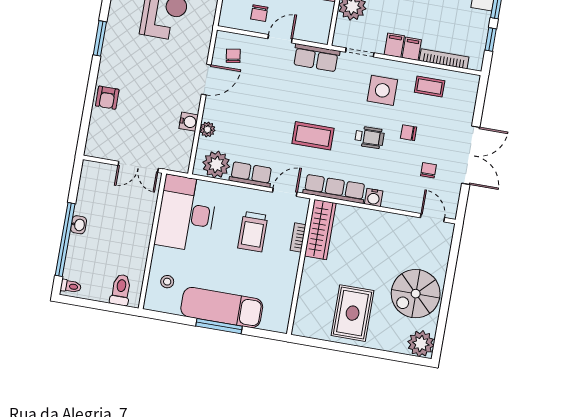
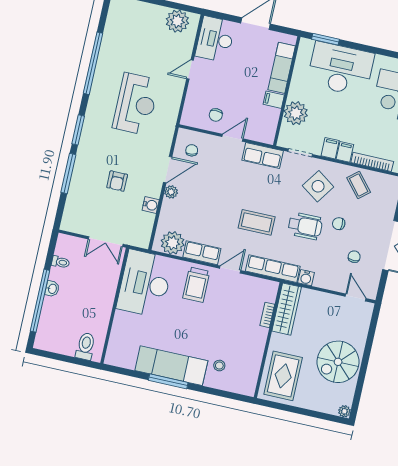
coffee table: (430, 87) -> (359, 185), turned 50
window: (91, 90) -> (68, 174), added
side table: (382, 90) -> (318, 186), turned 35
armchair: (107, 98) -> (117, 181), moved
plant: (207, 129) -> (171, 192), moved
wheelchair: (370, 137) -> (305, 226), width x1.36, depth x1.37
wardrobe: (320, 229) -> (287, 309), moved
trolley: (253, 232) -> (196, 285), moved
bookcase: (298, 237) -> (267, 315), moved
wall: (301, 267) -> (268, 340), moved
stool: (167, 282) -> (219, 366), moved
toilet: (71, 286) -> (61, 262), moved
plant: (421, 344) -> (344, 411), width x0.53, depth x0.53

